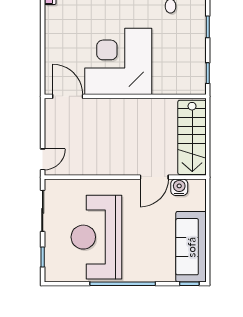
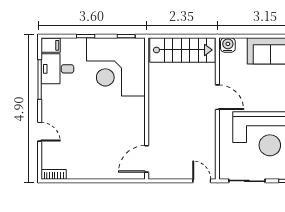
corner desk: (118, 61) -> (116, 67), moved
door: (154, 177) -> (217, 97), moved
water cooler: (179, 187) -> (228, 45), moved, turned 90

